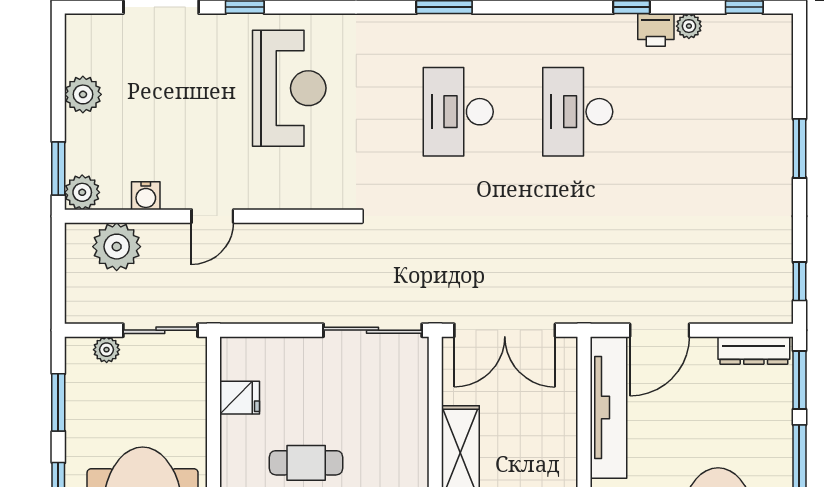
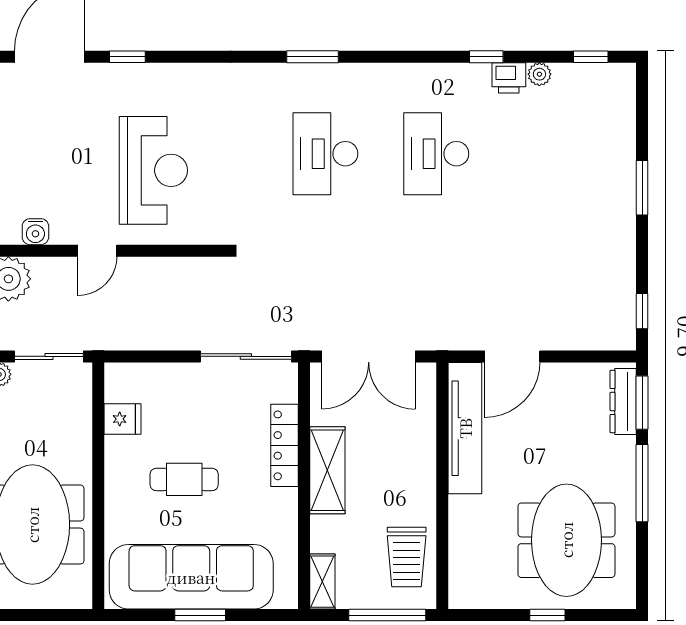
reception desk: (289, 88) -> (153, 170), moved
dresser: (754, 351) -> (623, 402), moved, turned 90
locker: (414, 426) -> (285, 445), added

